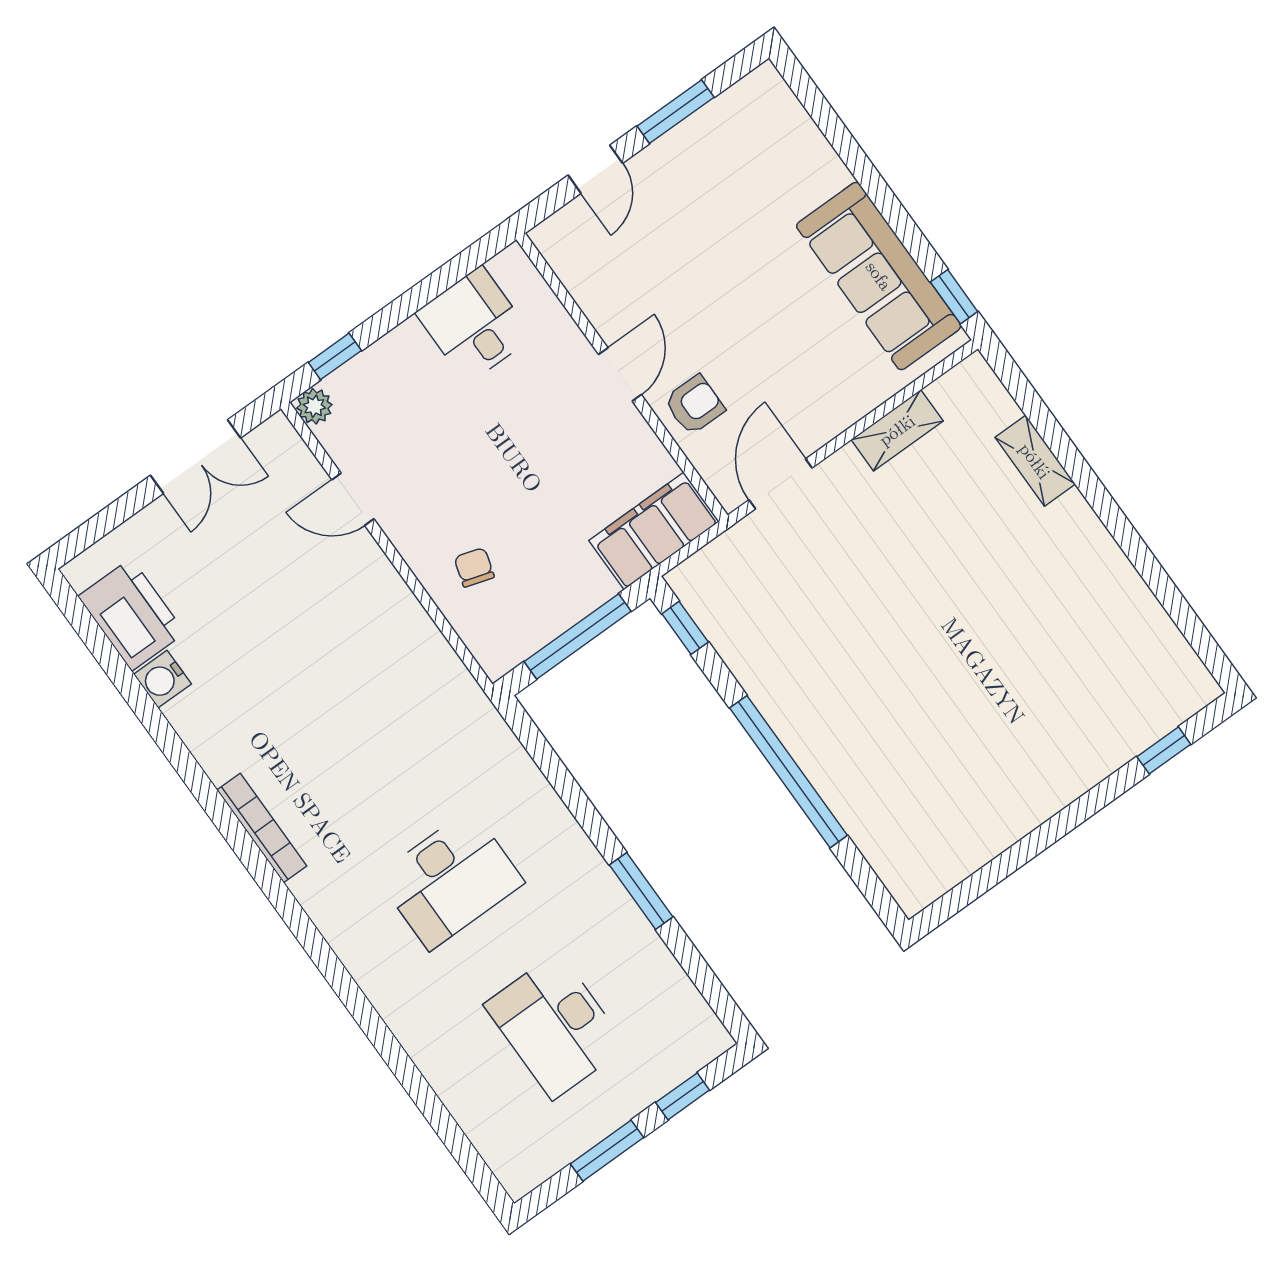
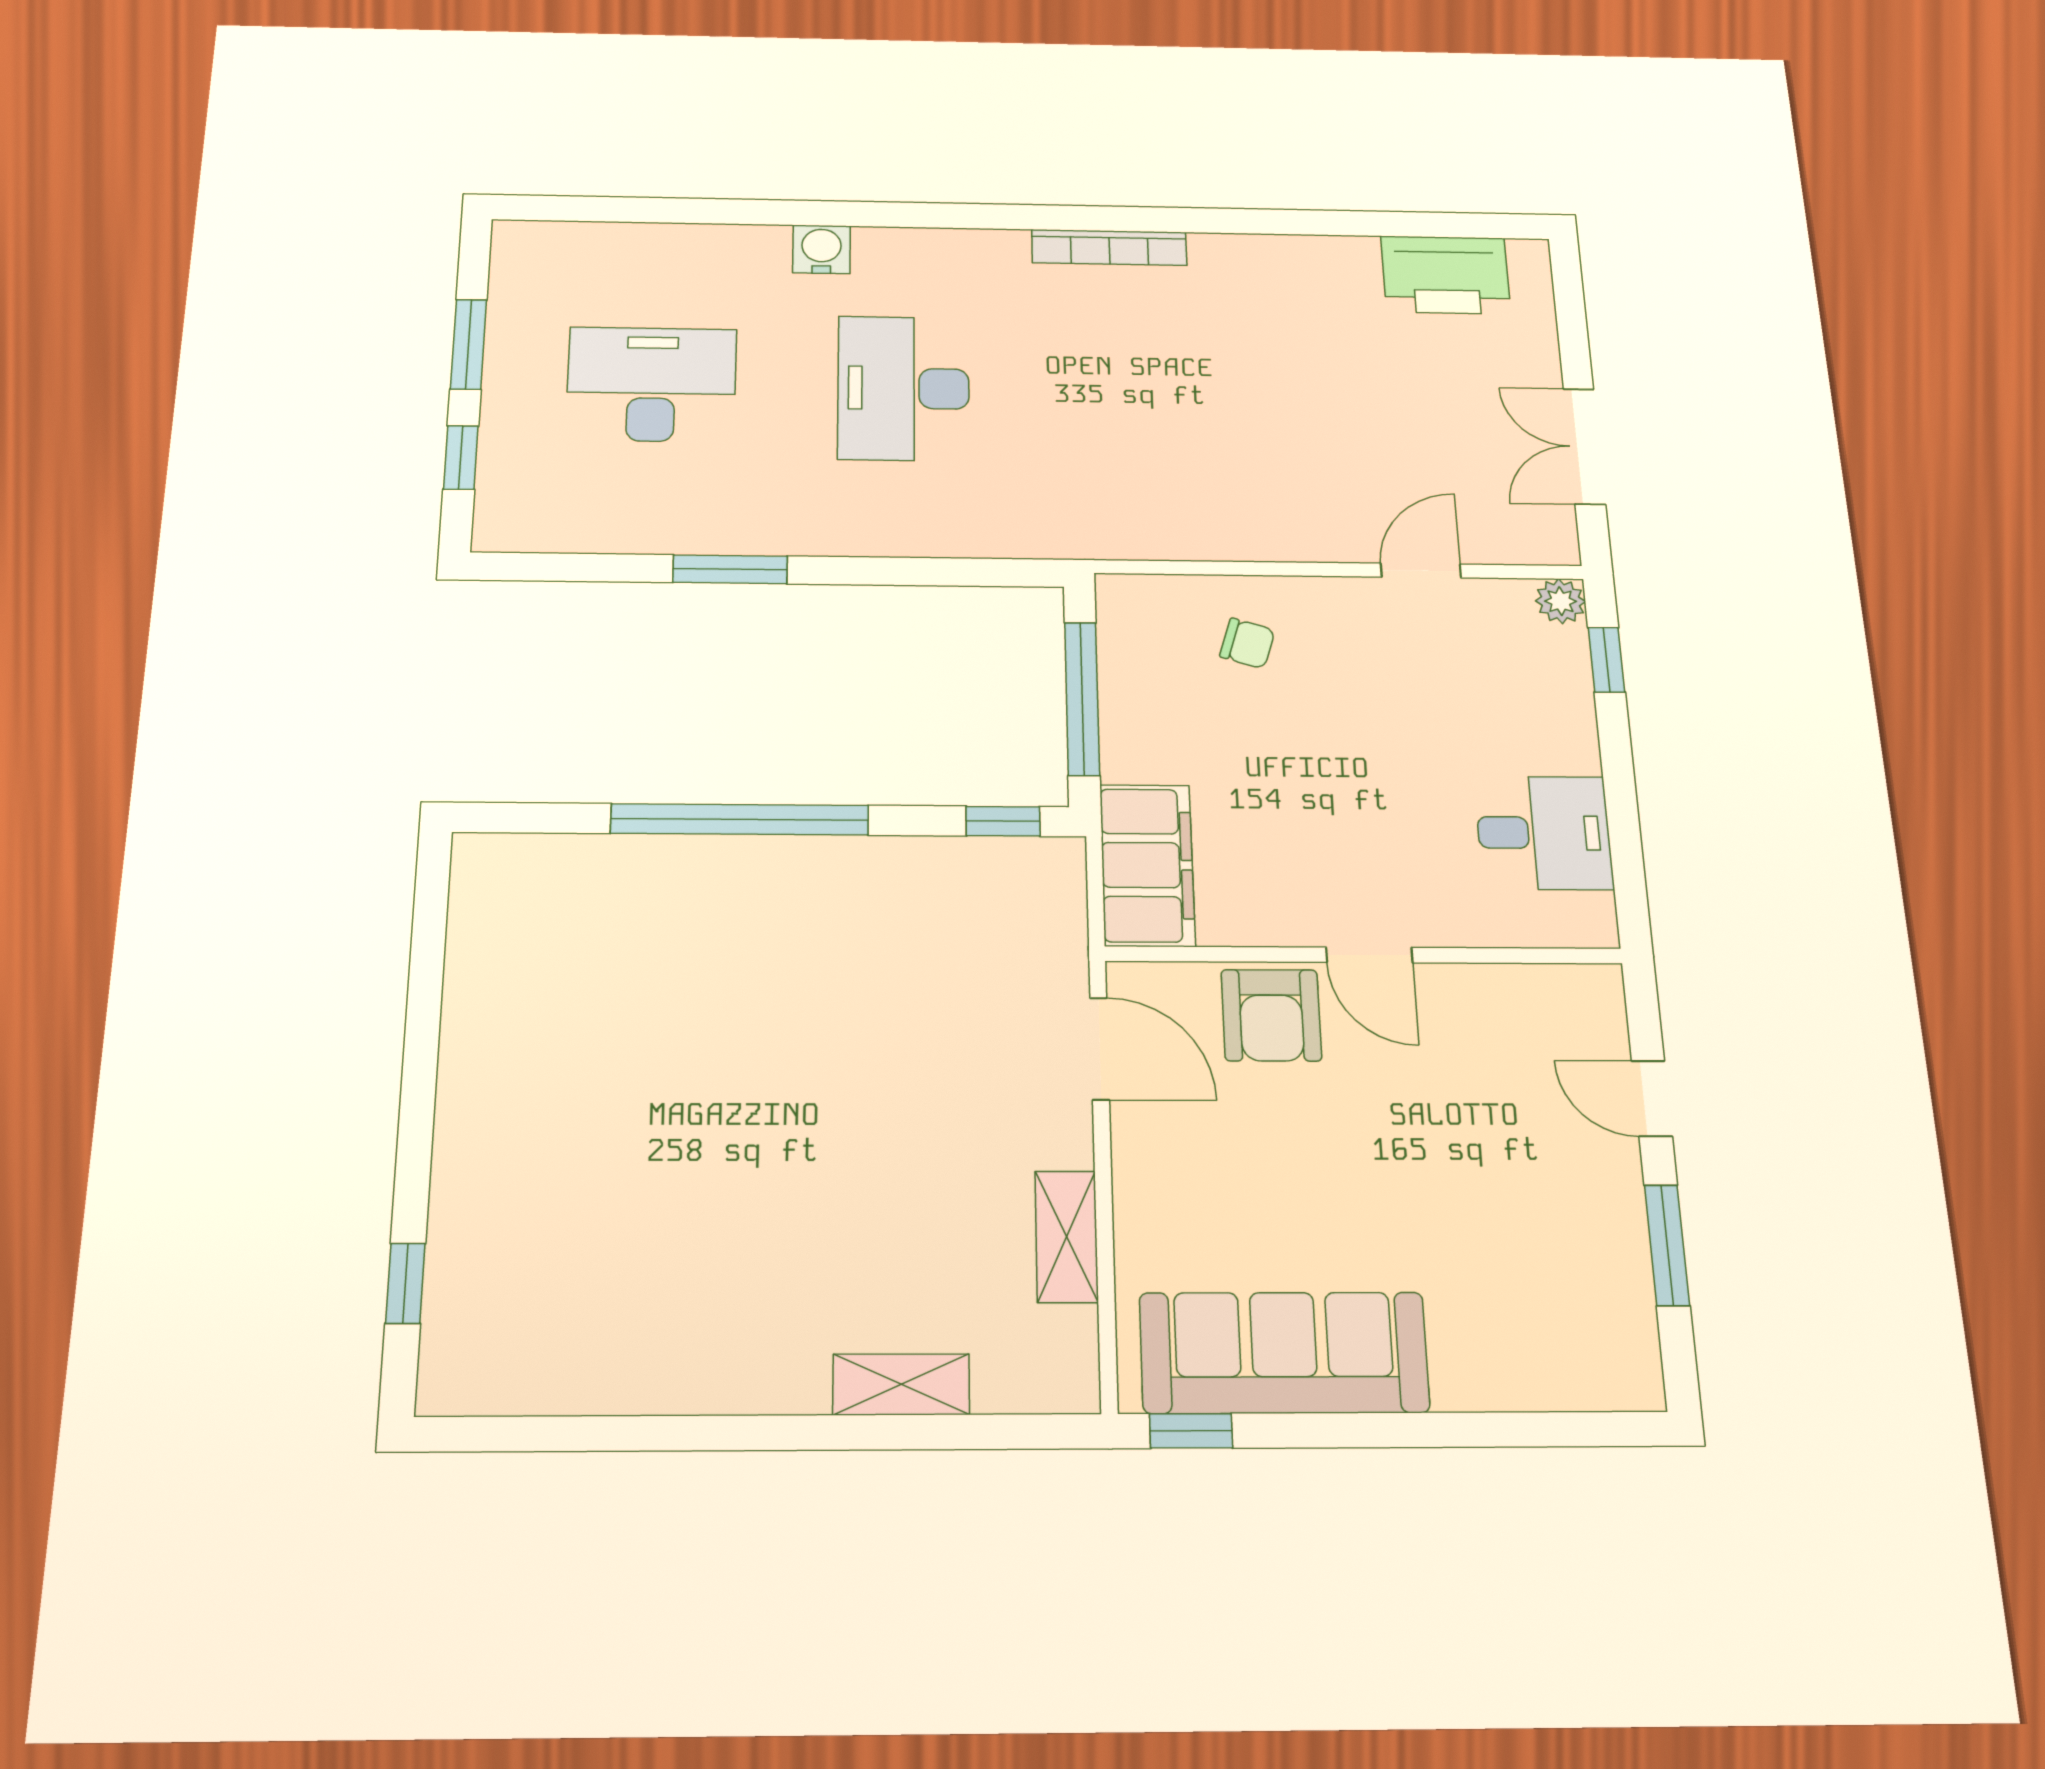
armchair: (694, 405) -> (1271, 1015), width x1.38, depth x1.38
water cooler: (162, 679) -> (822, 249), moved

